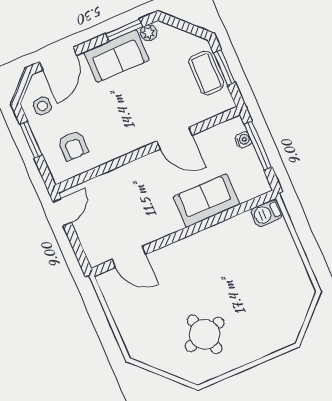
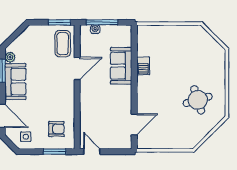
window: (224, 67) -> (60, 22), moved
coffee table: (206, 73) -> (63, 44), moved, turned 90
window: (31, 140) -> (55, 152), moved
barbecue: (267, 213) -> (143, 66), moved

